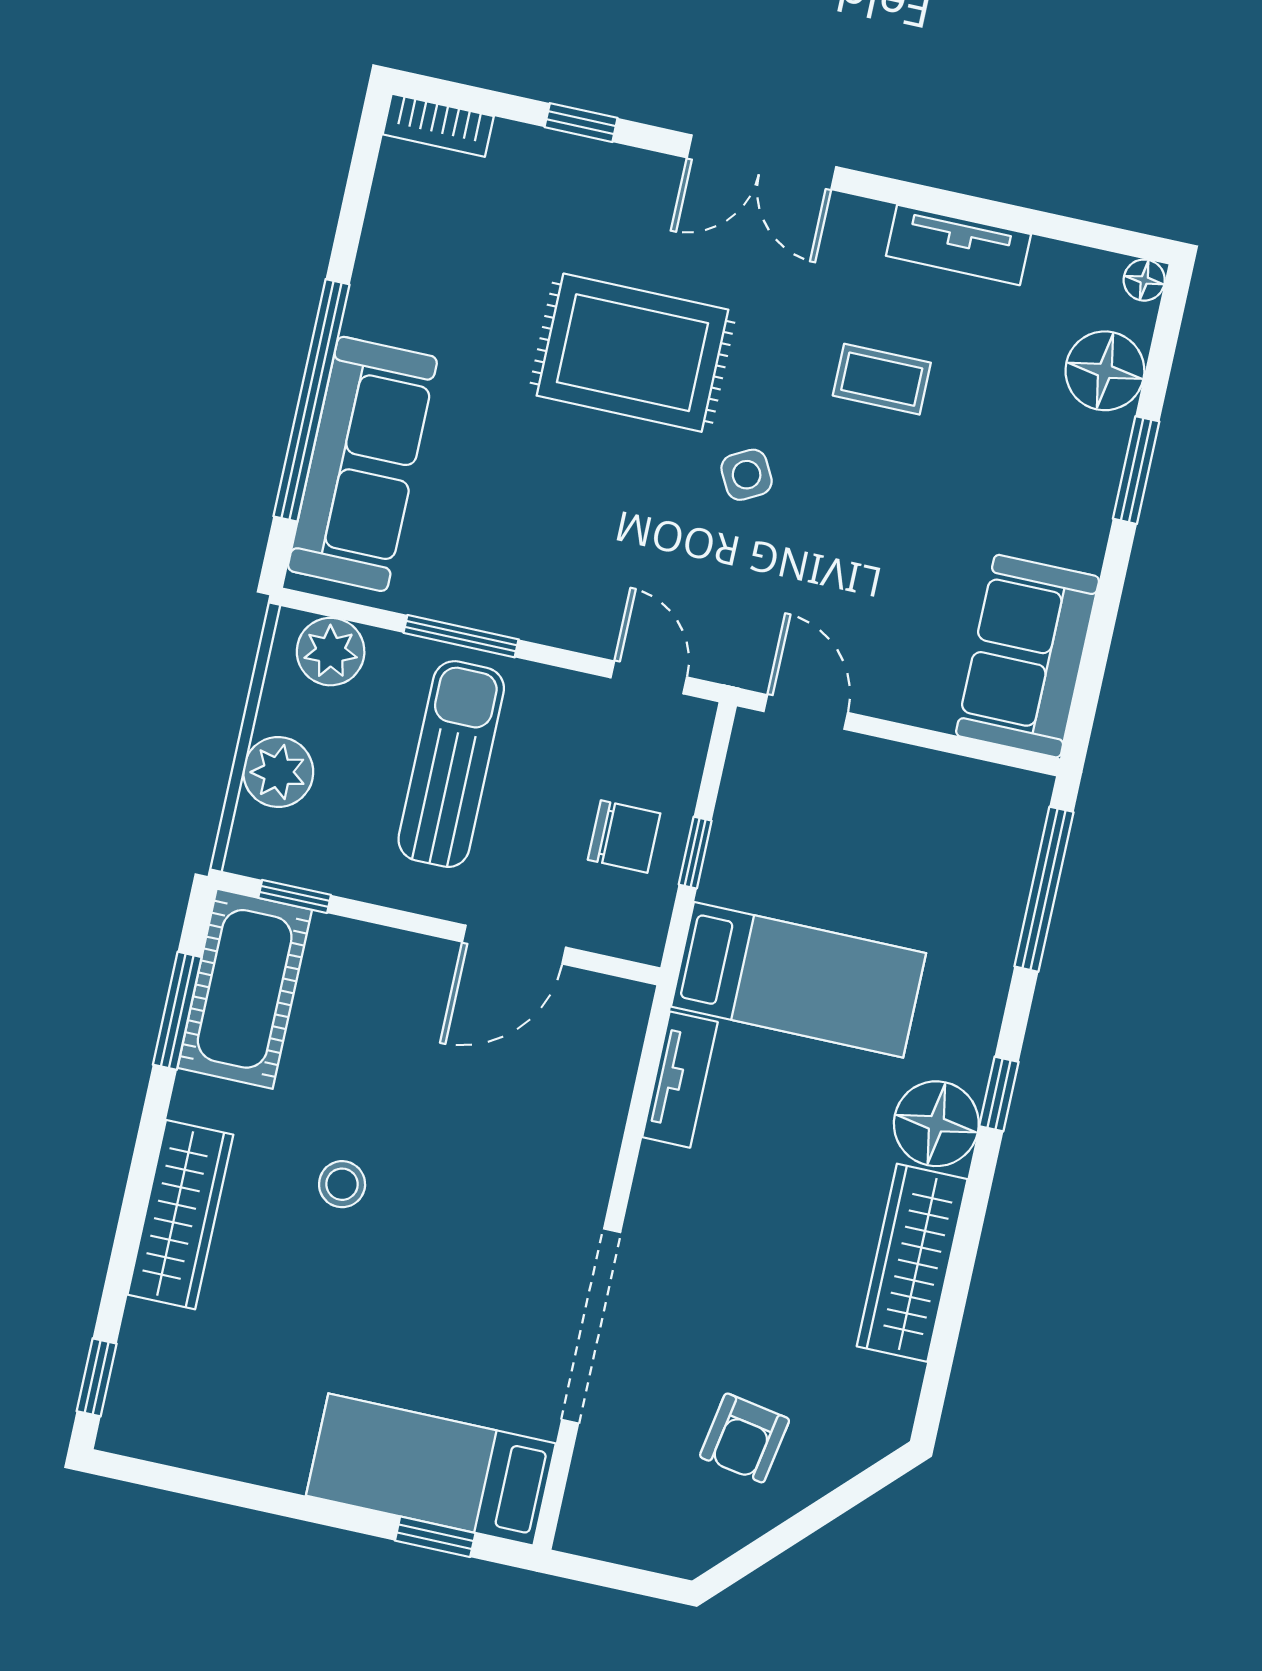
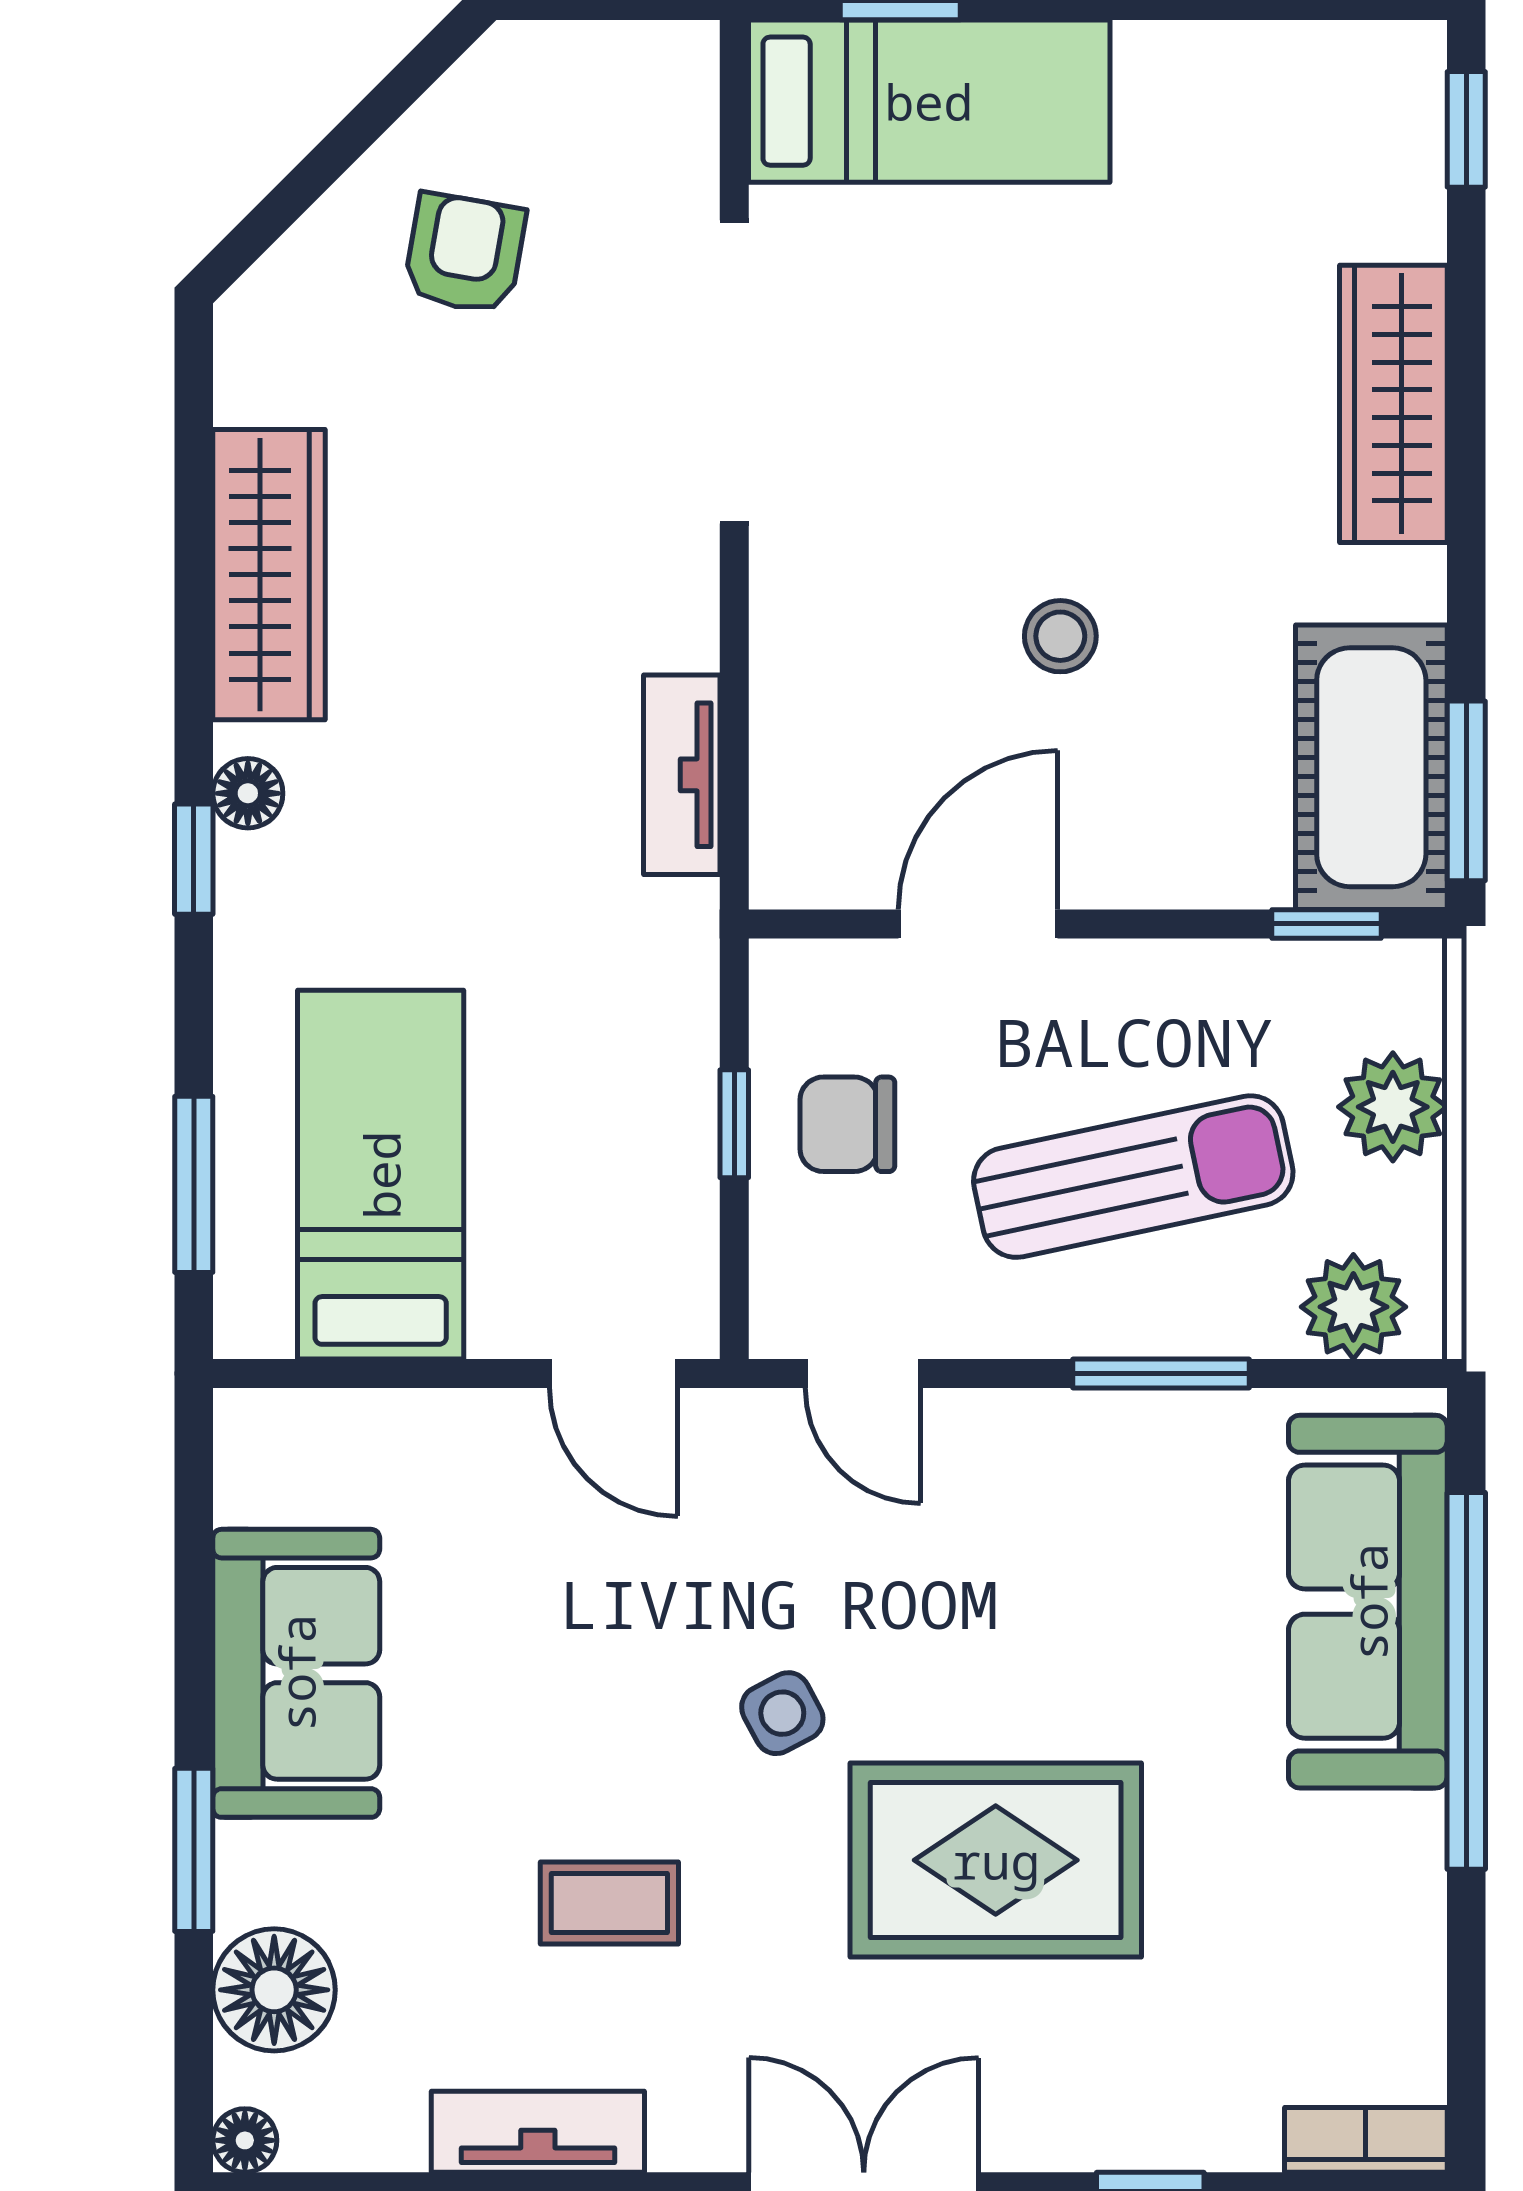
sofa: (1028, 656) -> (296, 1673), moved
sun lounger: (451, 764) -> (1133, 1177), turned -102
window: (1044, 889) -> (194, 1184), width x0.69
bed: (799, 980) -> (381, 1175), moved, turned 90
window: (177, 1011) -> (1466, 791), moved
floor lamp: (936, 1124) -> (248, 793), width x0.53, depth x0.53
stool: (342, 1184) -> (1060, 636), moved

